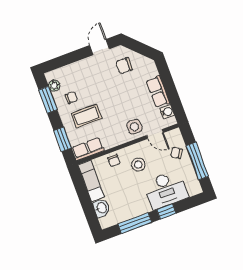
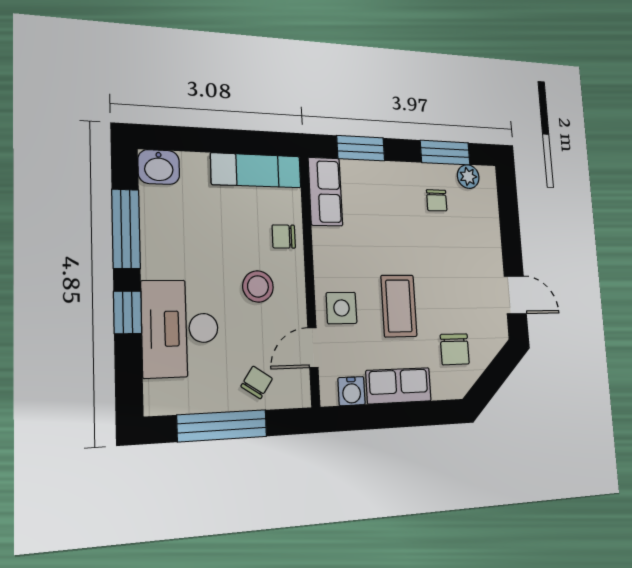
chair: (124, 66) -> (455, 349), moved, turned 180
coffee table: (87, 116) -> (399, 306), moved
washbasin: (101, 208) -> (159, 167), moved

